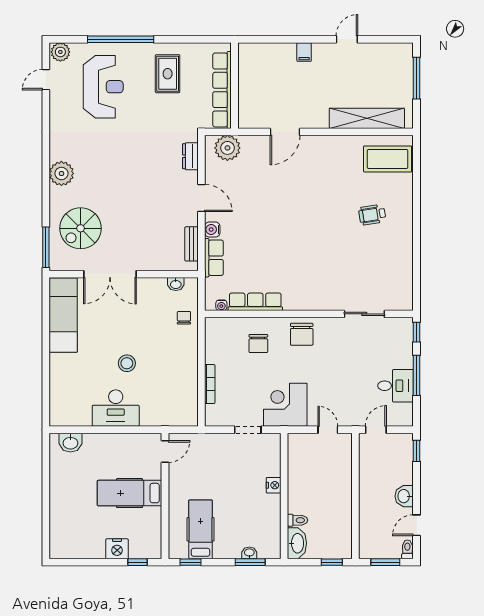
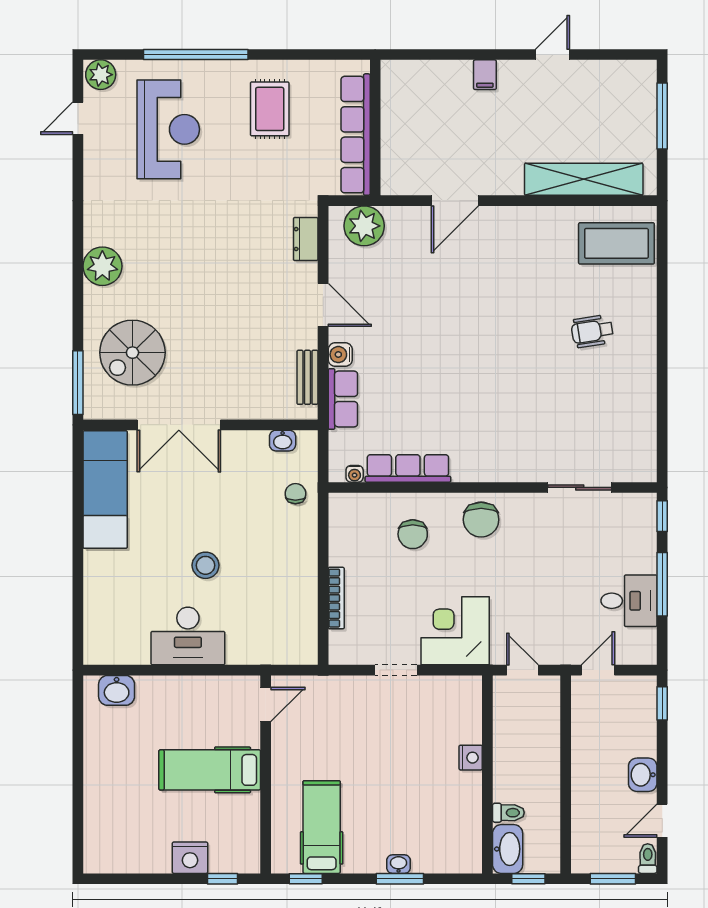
nightstand: (274, 485) -> (471, 758), moved
wall: (284, 496) -> (487, 774), moved
toilet: (297, 520) -> (508, 813), moved
washbasin: (297, 543) -> (508, 849), moved

